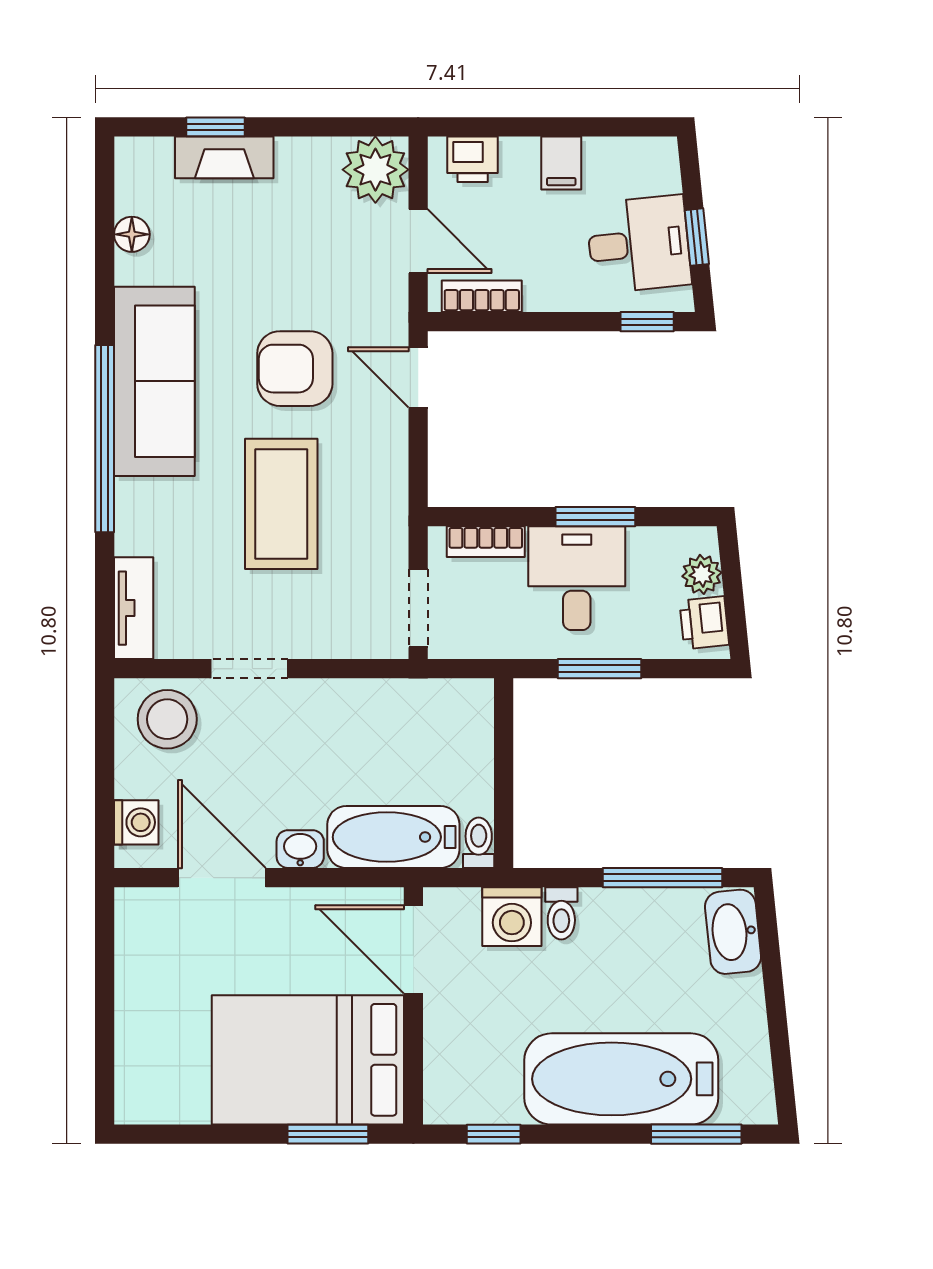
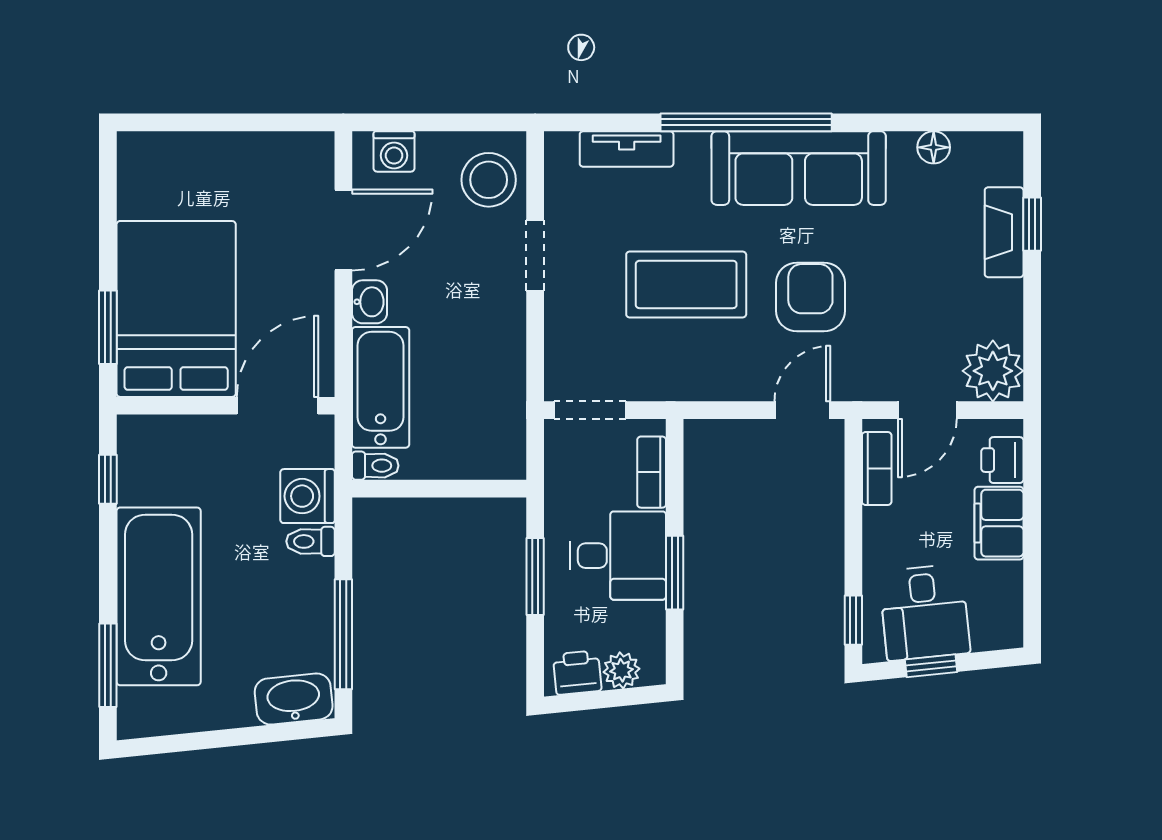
filing cabinet: (561, 163) -> (999, 523), width x2.00
tv unit: (134, 608) -> (627, 149), moved

